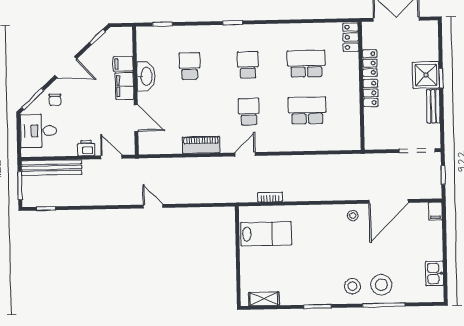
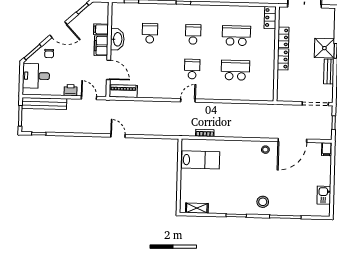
piano: (201, 145) -> (123, 91), moved
stool: (381, 285) -> (284, 202), removed

